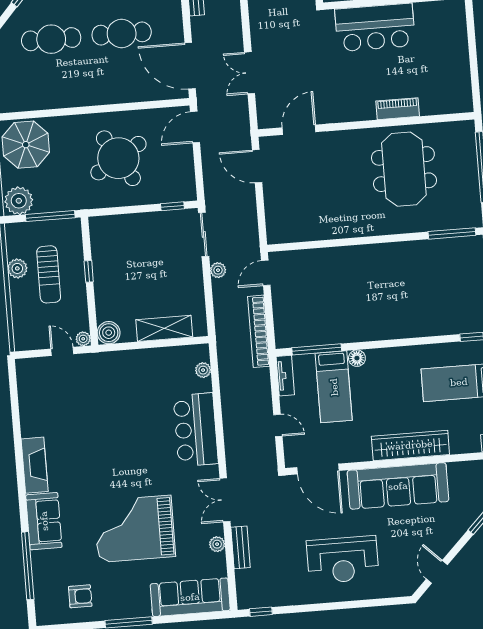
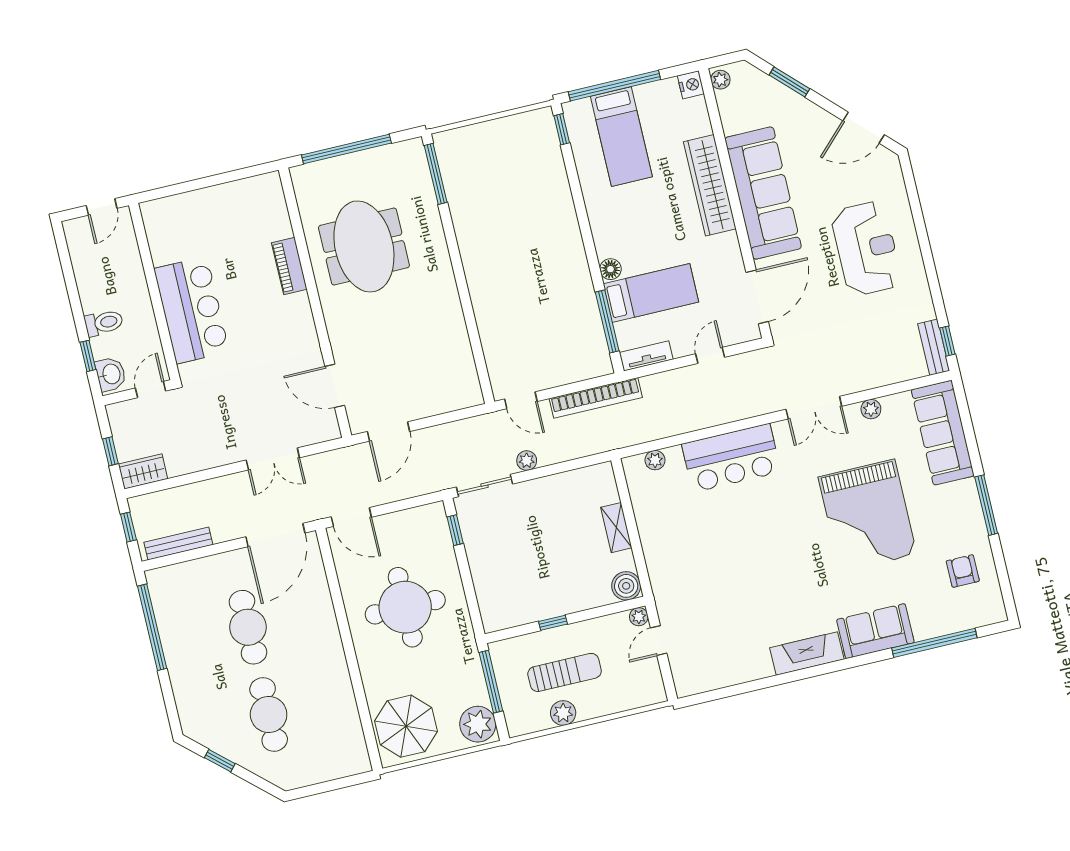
round table: (118, 158) -> (405, 607), turned 31
meeting table: (404, 169) -> (364, 246), turned 90
shelving: (164, 328) -> (616, 528), width x0.67, depth x0.75
bench: (241, 547) -> (934, 347), moved, turned 90
door: (437, 572) -> (864, 128), width x1.38

